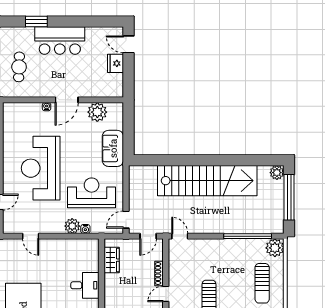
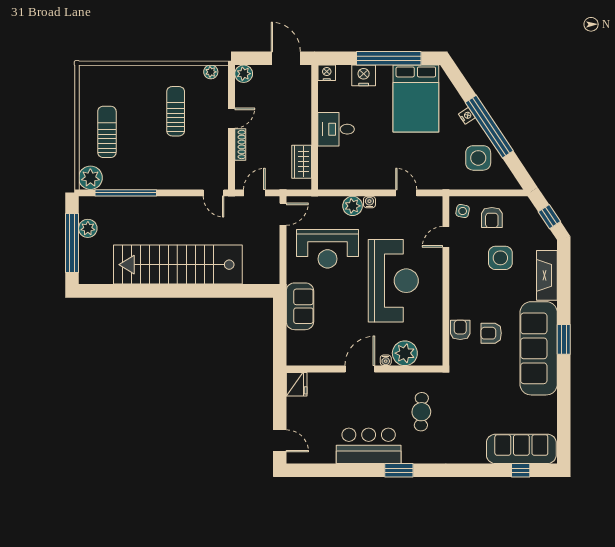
fridge: (115, 63) -> (297, 384), moved
plant: (97, 112) -> (405, 353), moved
plant: (277, 173) -> (88, 228), moved
water cooler: (85, 229) -> (369, 202), moved

